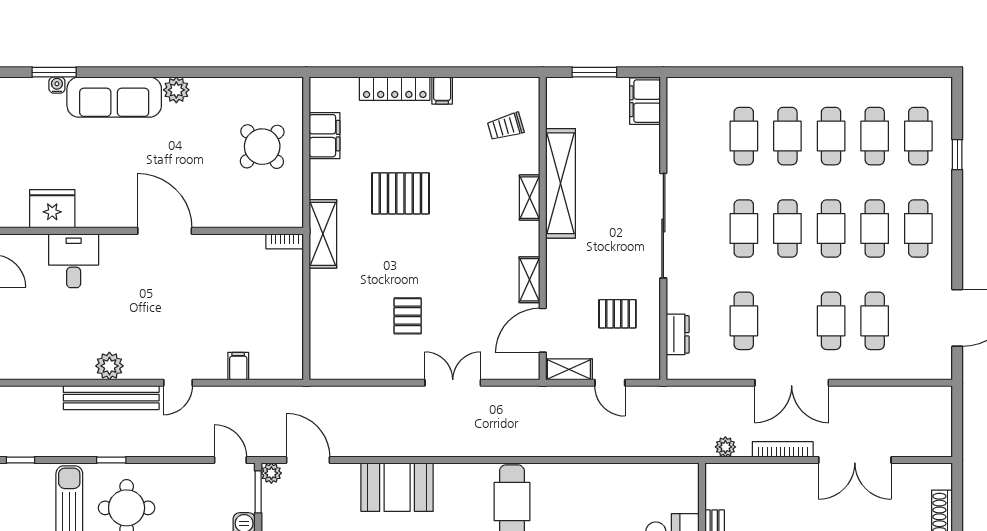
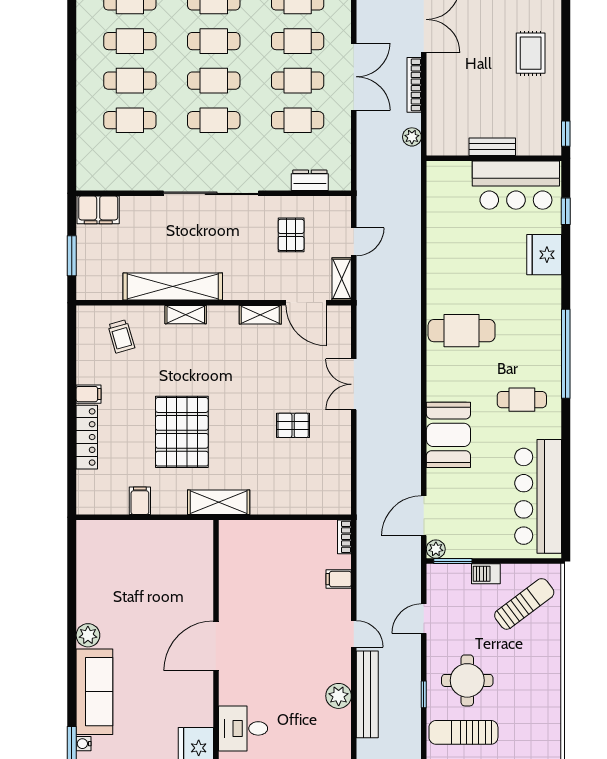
filing cabinet: (325, 136) -> (140, 501), width x0.50
round table: (262, 147) -> (139, 557), removed
pallet: (400, 193) -> (182, 432), width x1.37, depth x1.41
bookcase: (285, 241) -> (344, 537), moved, turned 180
cafe table: (787, 321) -> (298, 81), added
door: (230, 460) -> (424, 619), moved

